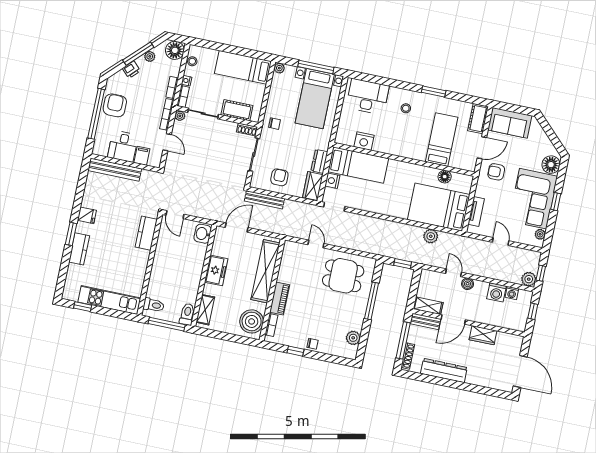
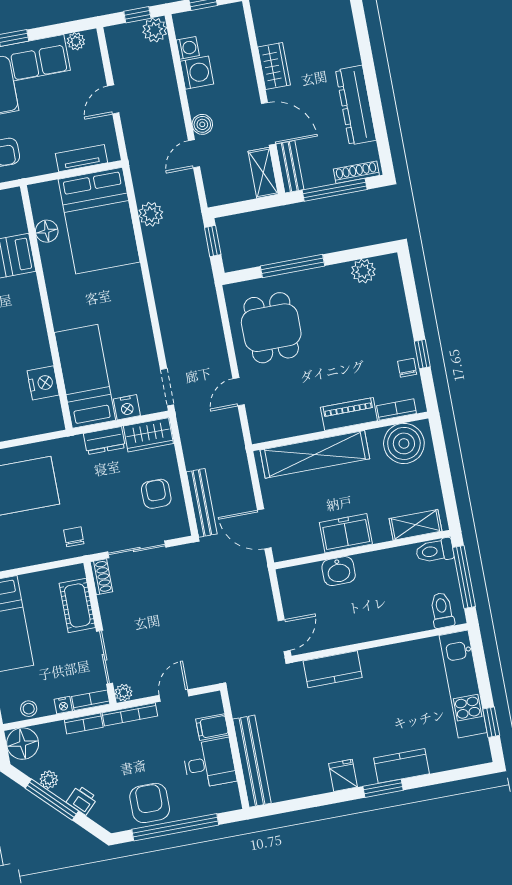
armchair: (115, 105) -> (150, 803), turned 90
armchair: (279, 177) -> (156, 494), turned 90
washbasin: (203, 234) -> (339, 571), moved
chair: (312, 344) -> (407, 368), moved

